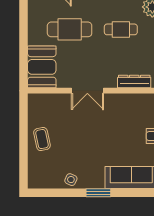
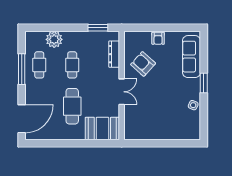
armchair: (122, 117) -> (143, 64), added
coffee table: (42, 139) -> (161, 128), removed

